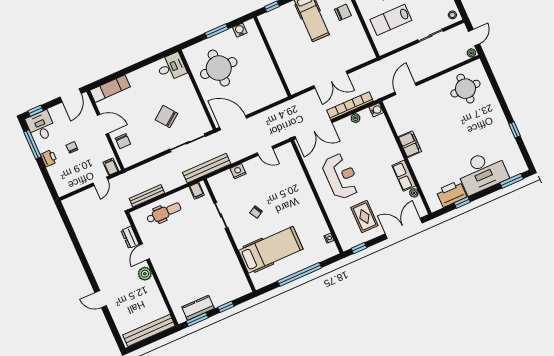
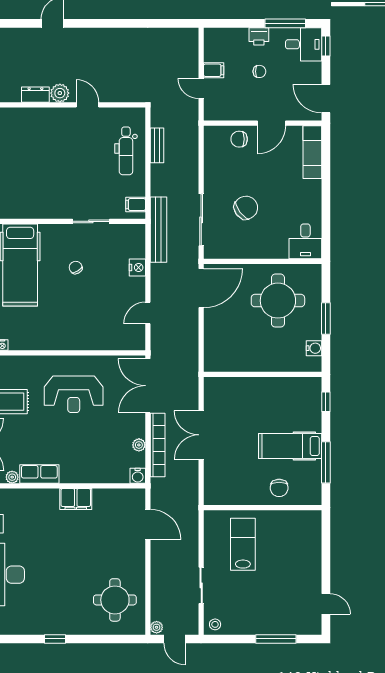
window: (515, 130) -> (55, 639), moved
filing cabinet: (111, 167) -> (214, 70), moved
bench: (147, 196) -> (157, 145), width x0.73
dresser: (130, 237) -> (35, 95), moved

